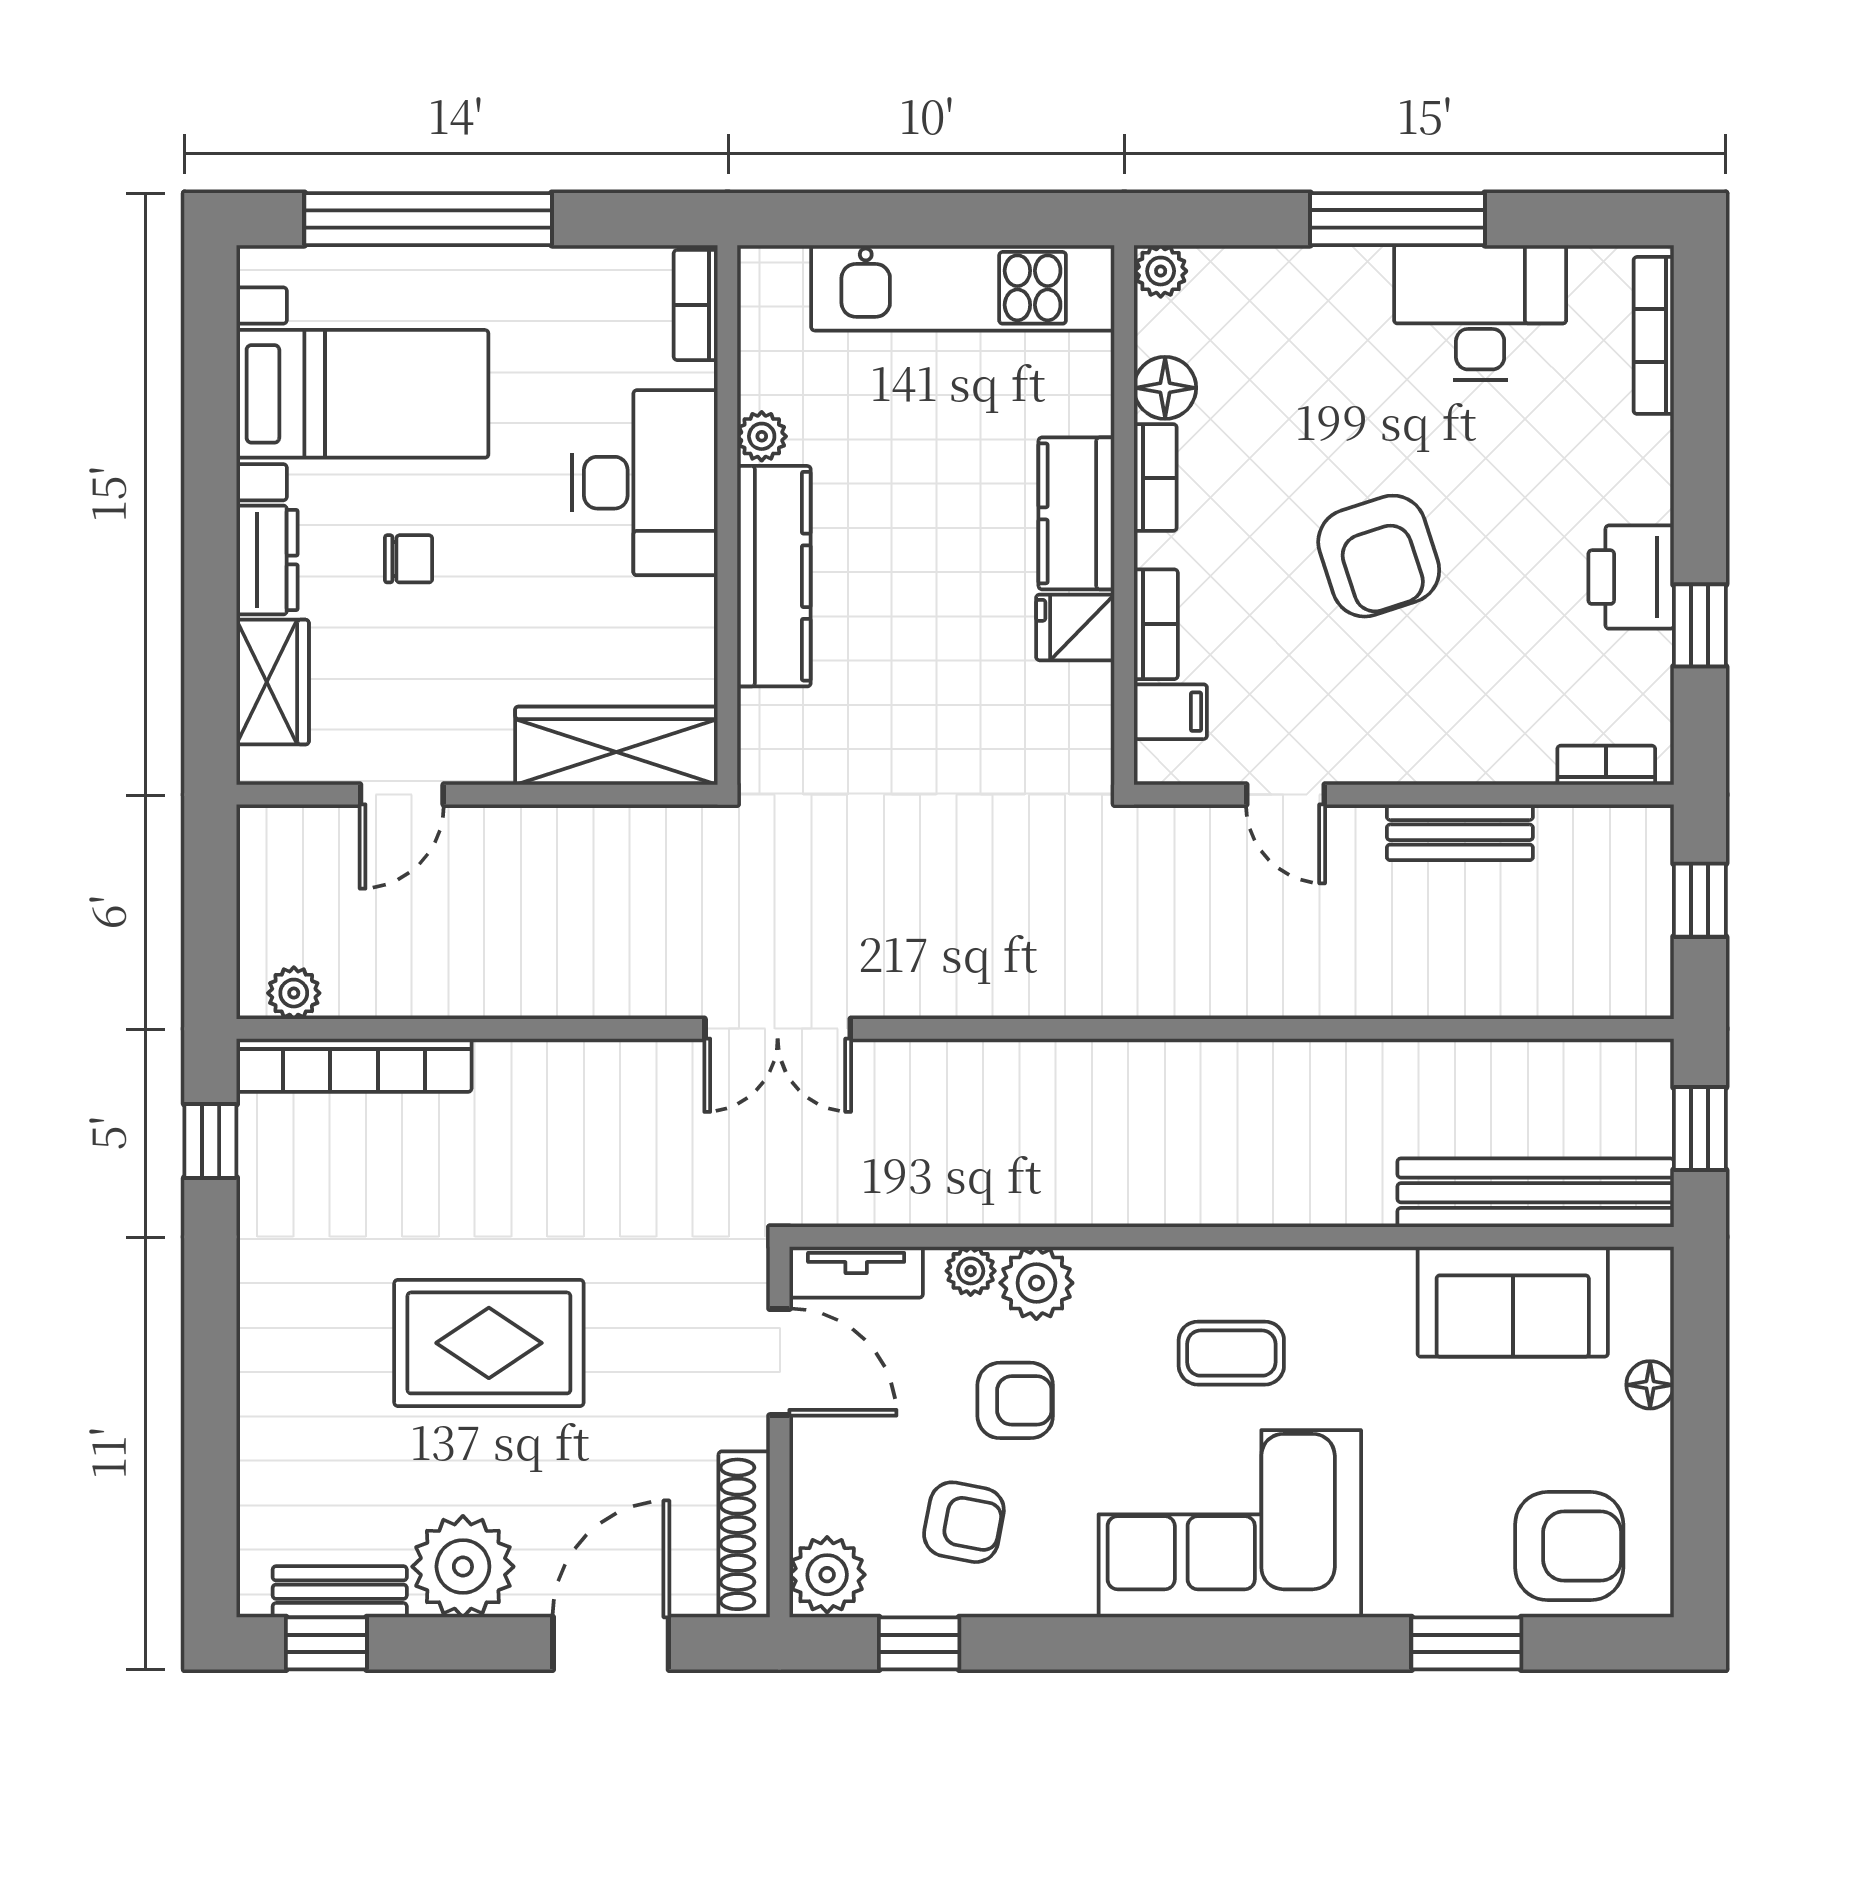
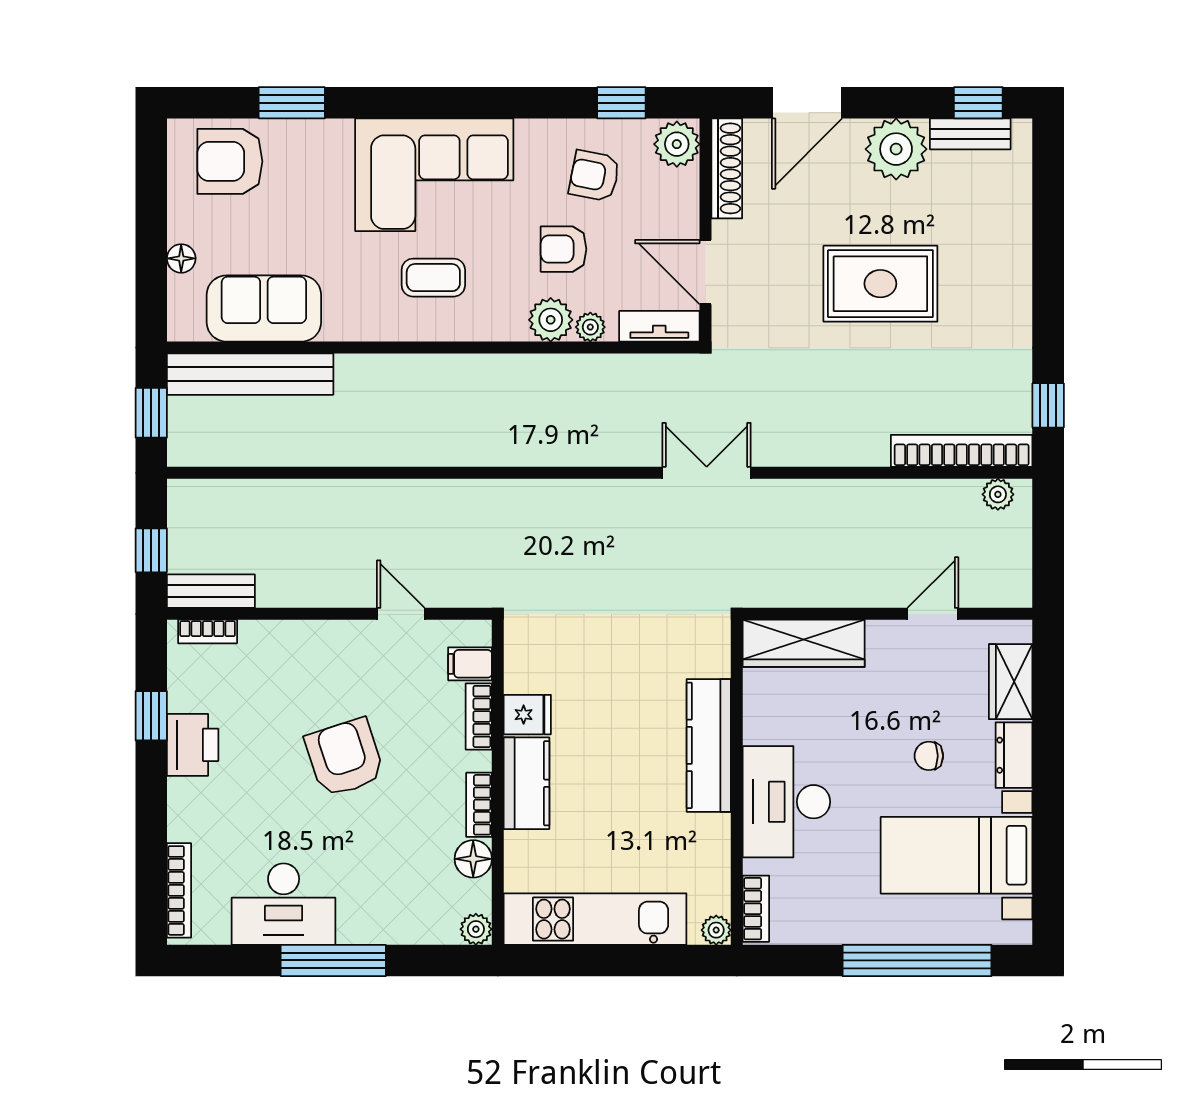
plant: (762, 436) -> (716, 930), moved
bench: (1460, 832) -> (211, 591), moved

